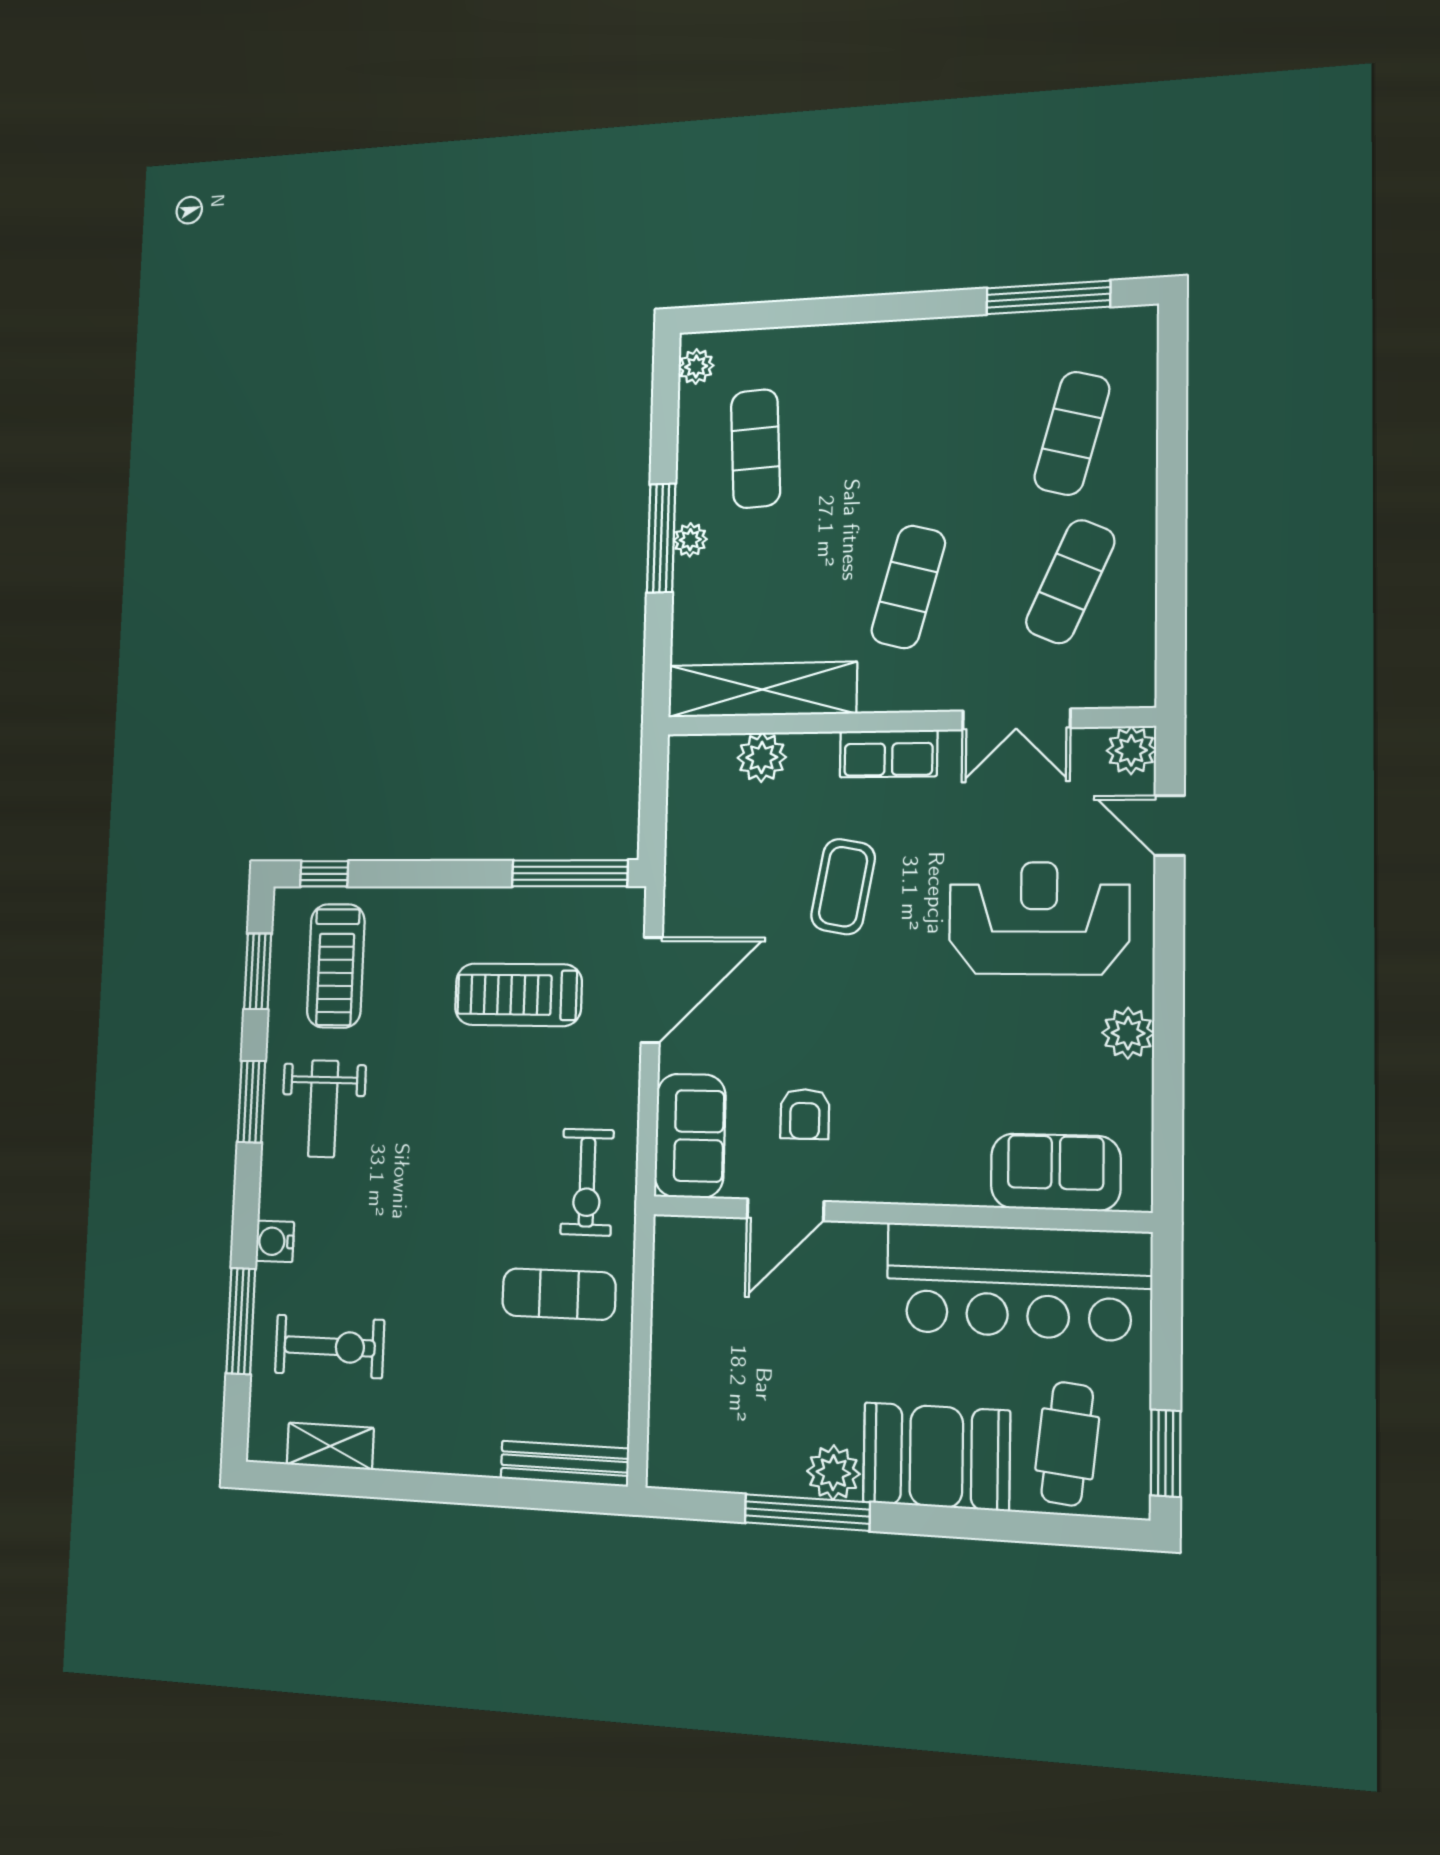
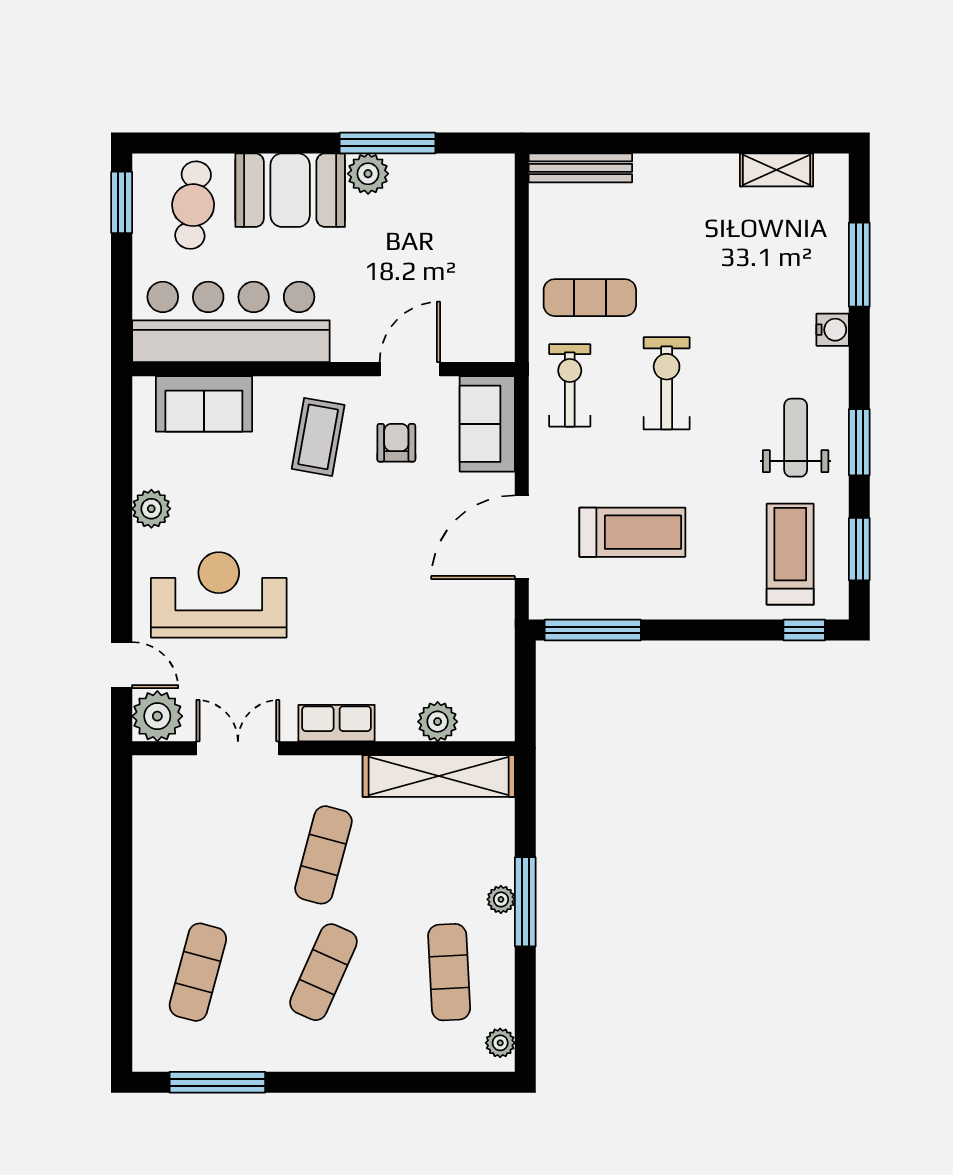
exercise mat: (1070, 582) -> (323, 972), moved
plant: (1131, 750) -> (157, 716), width x1.36, depth x1.36
coffee table: (843, 887) -> (318, 437), moved
reception desk: (1039, 918) -> (219, 595), turned 180
exercise bike: (330, 1346) -> (667, 383), moved, turned 90

